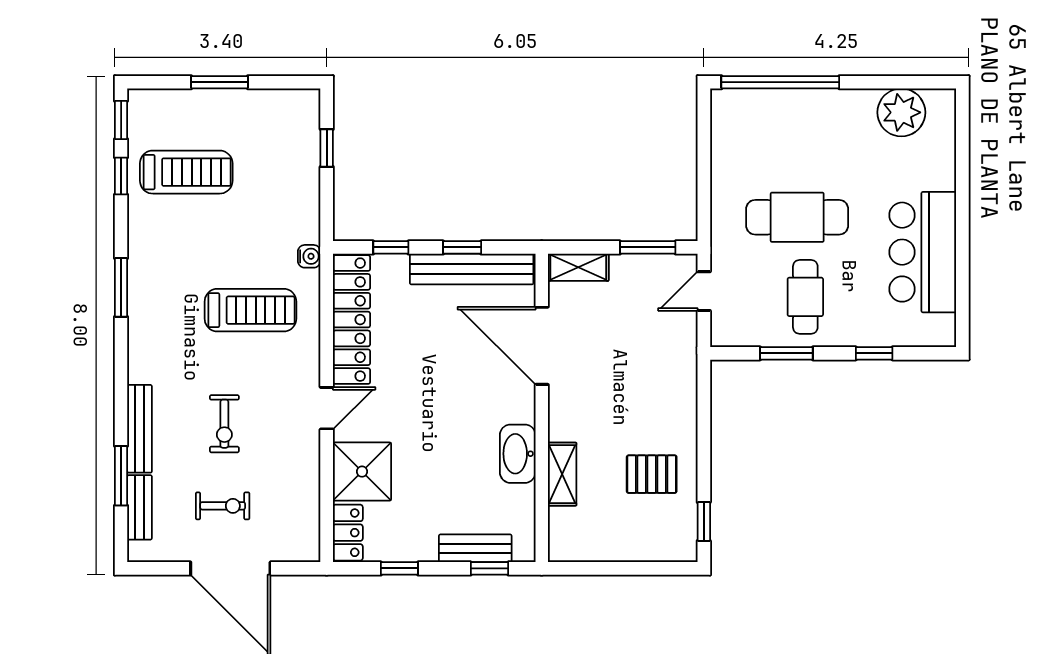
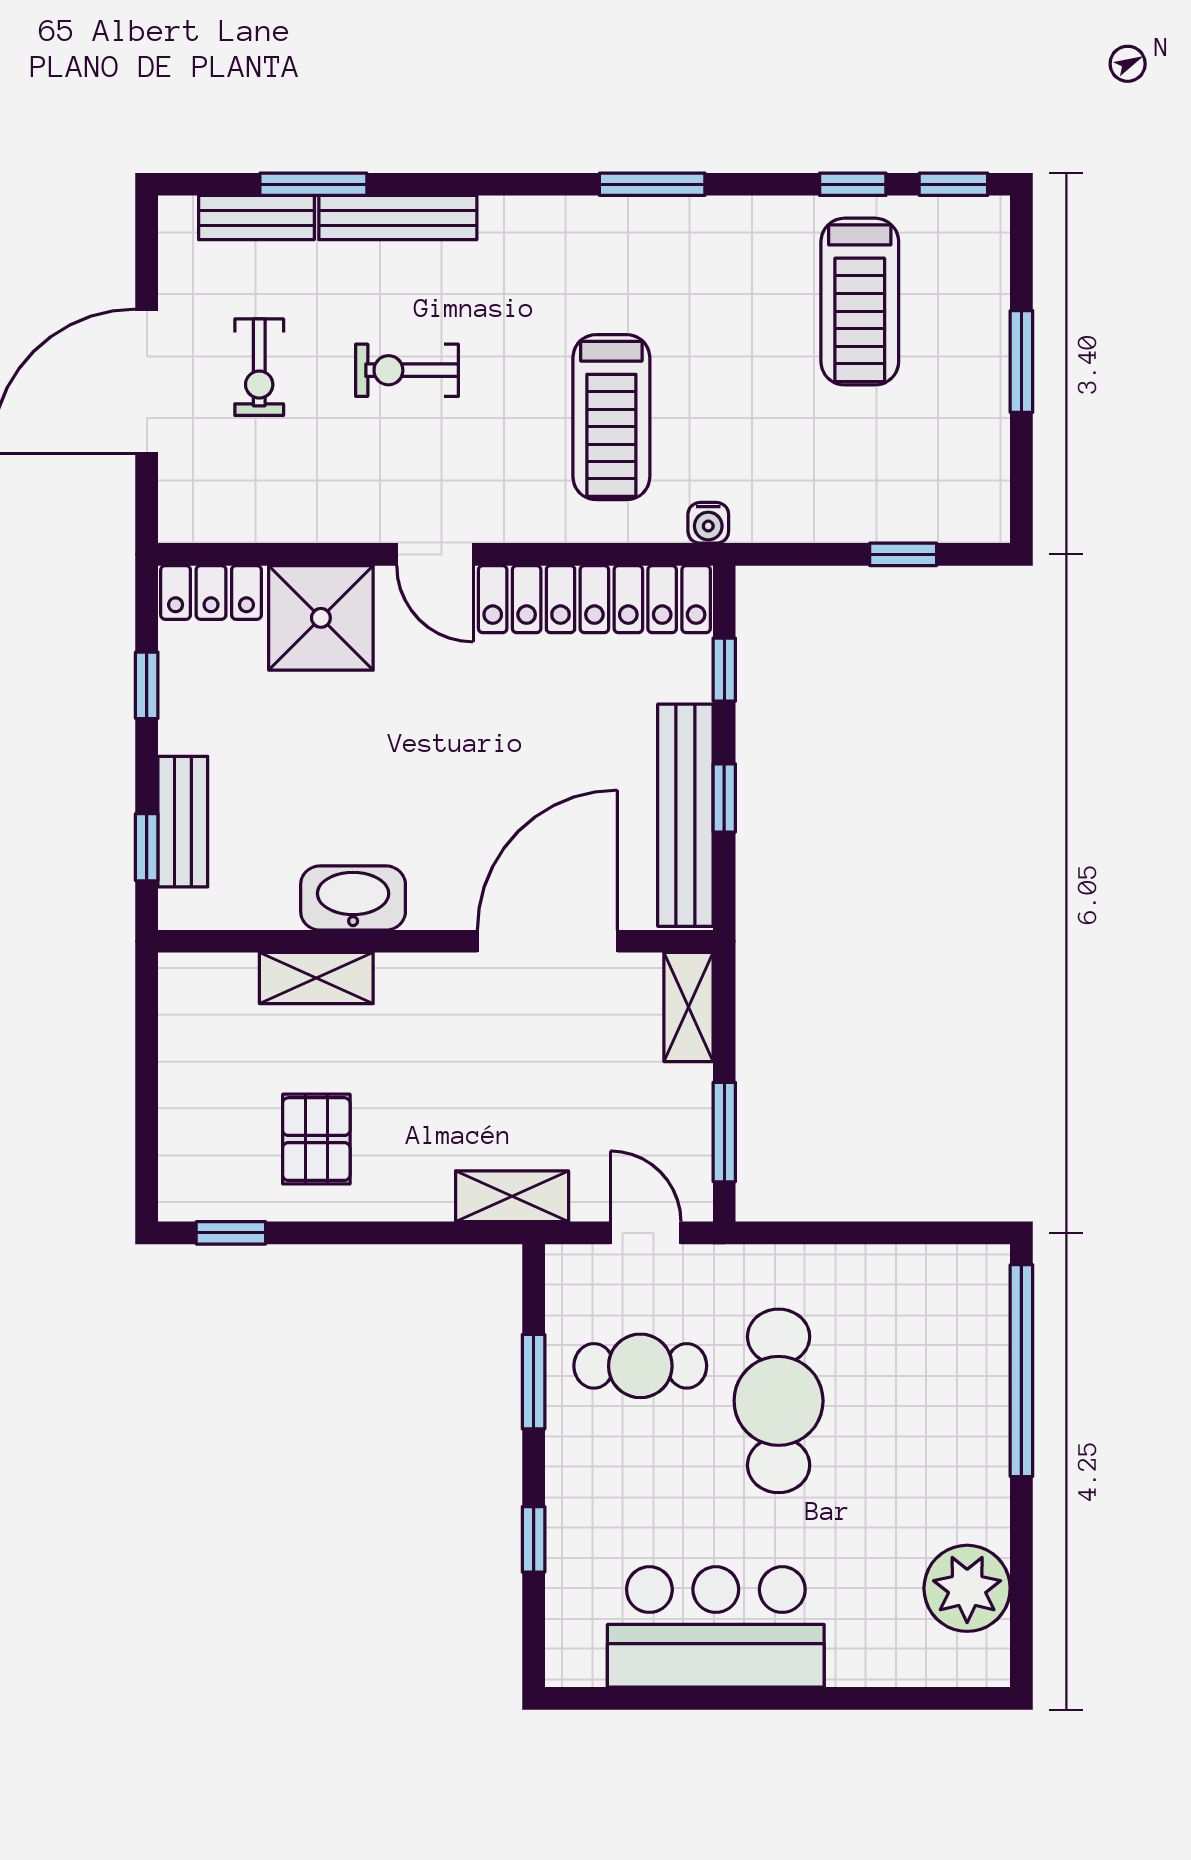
cafe table: (805, 297) -> (640, 1366), moved
shelving: (683, 365) -> (512, 1196), added

